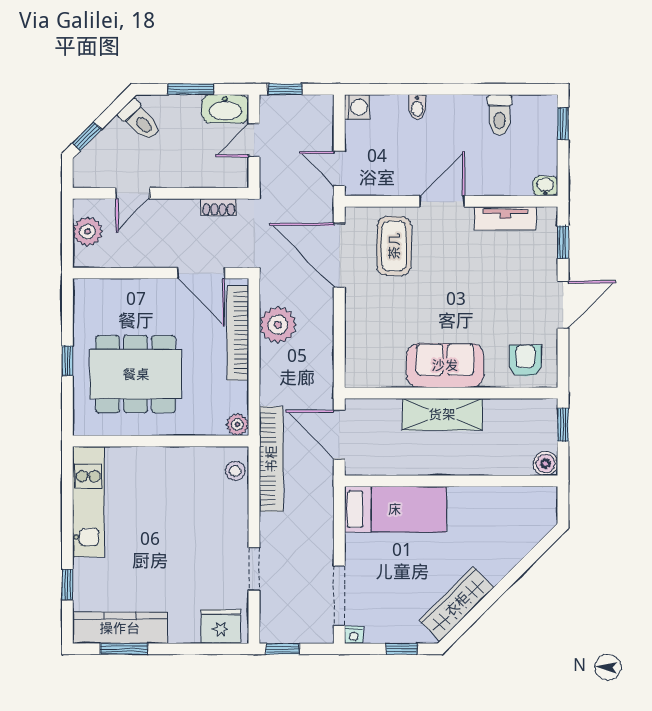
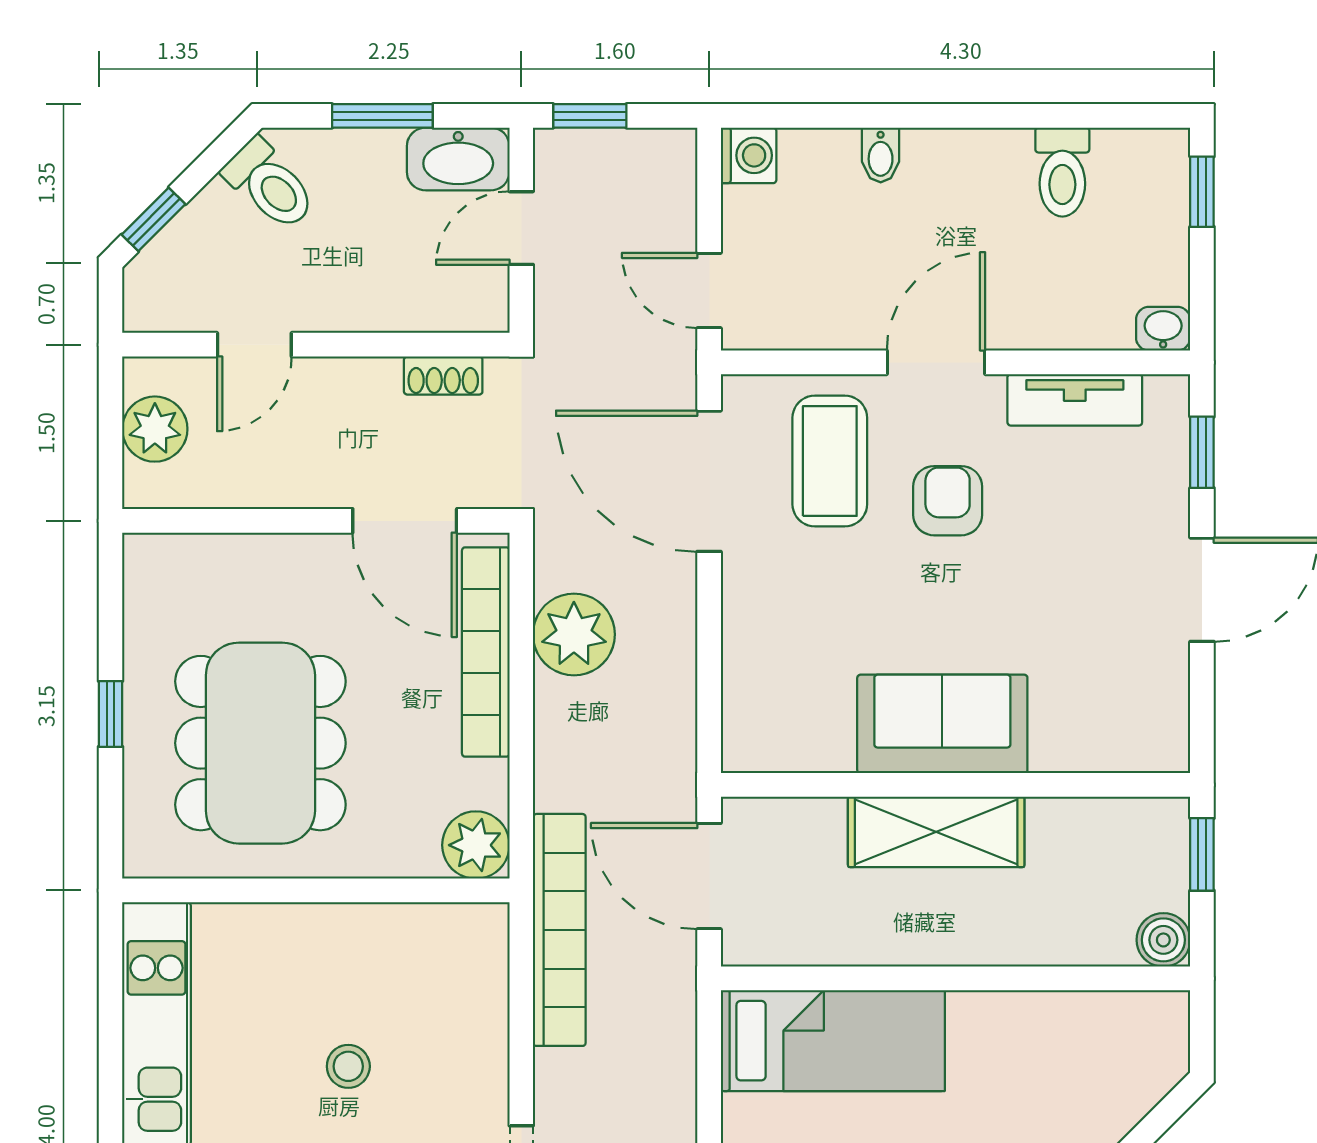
armchair: (525, 361) -> (948, 501), moved
dining table: (136, 374) -> (260, 743), turned 90
plant: (237, 425) -> (476, 845), width x1.38, depth x1.38
stool: (235, 471) -> (348, 1066), moved

